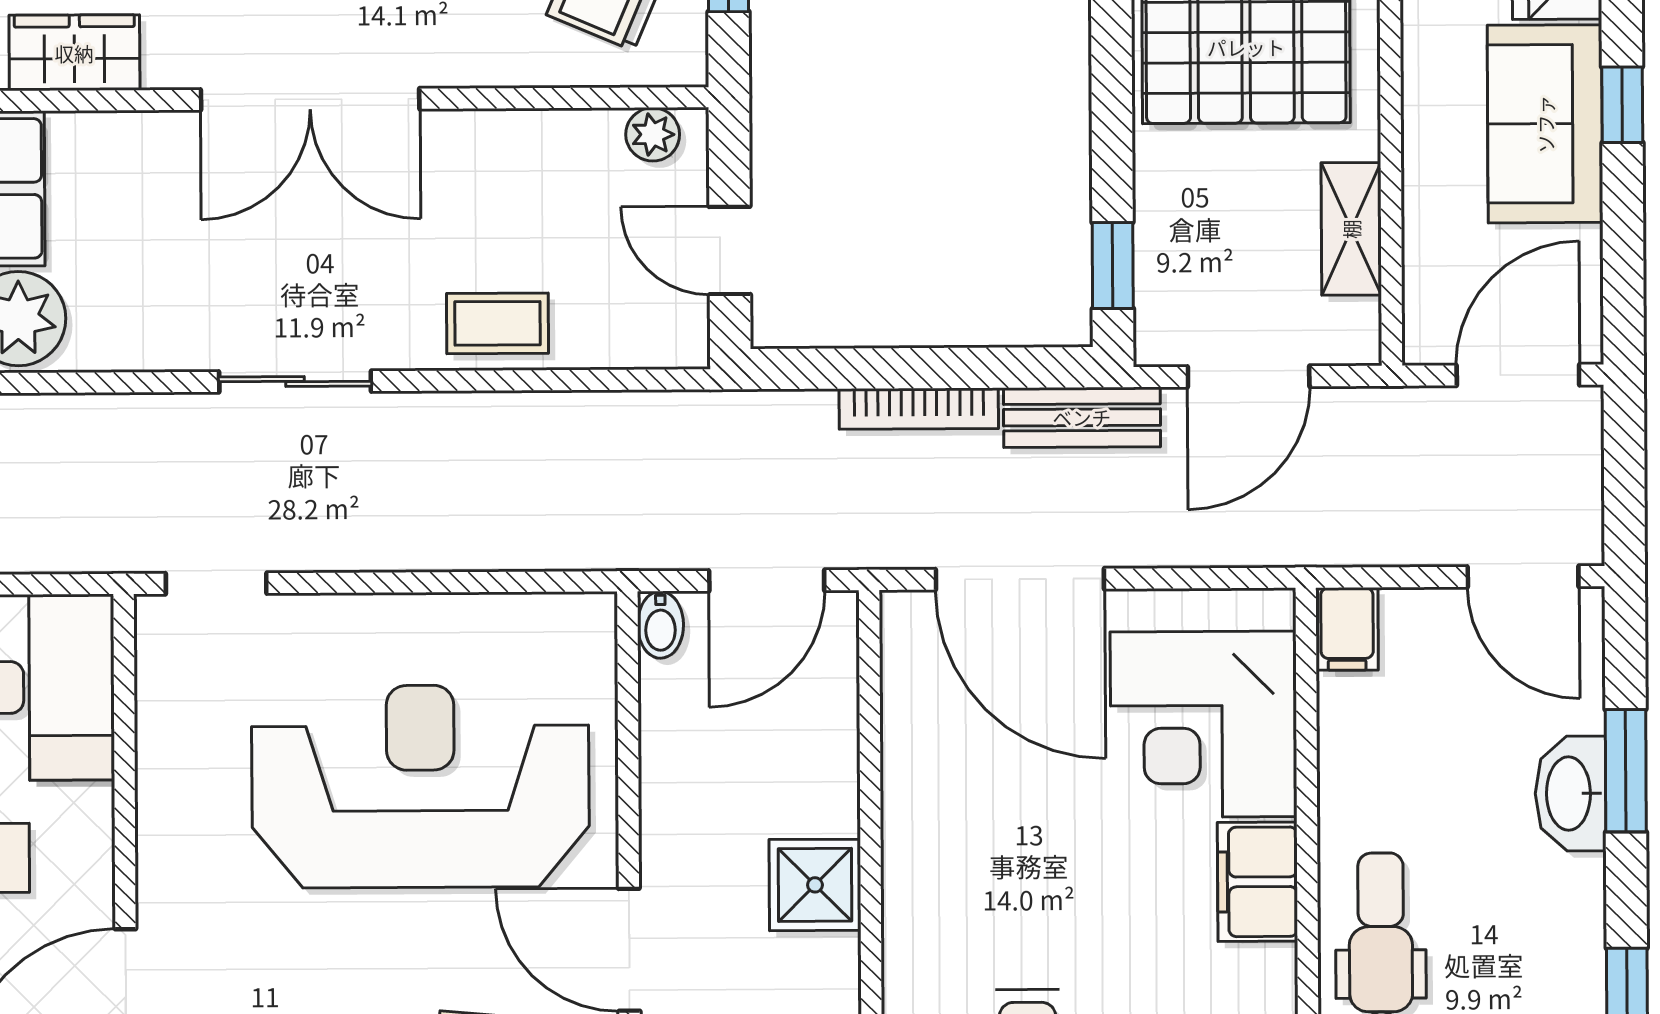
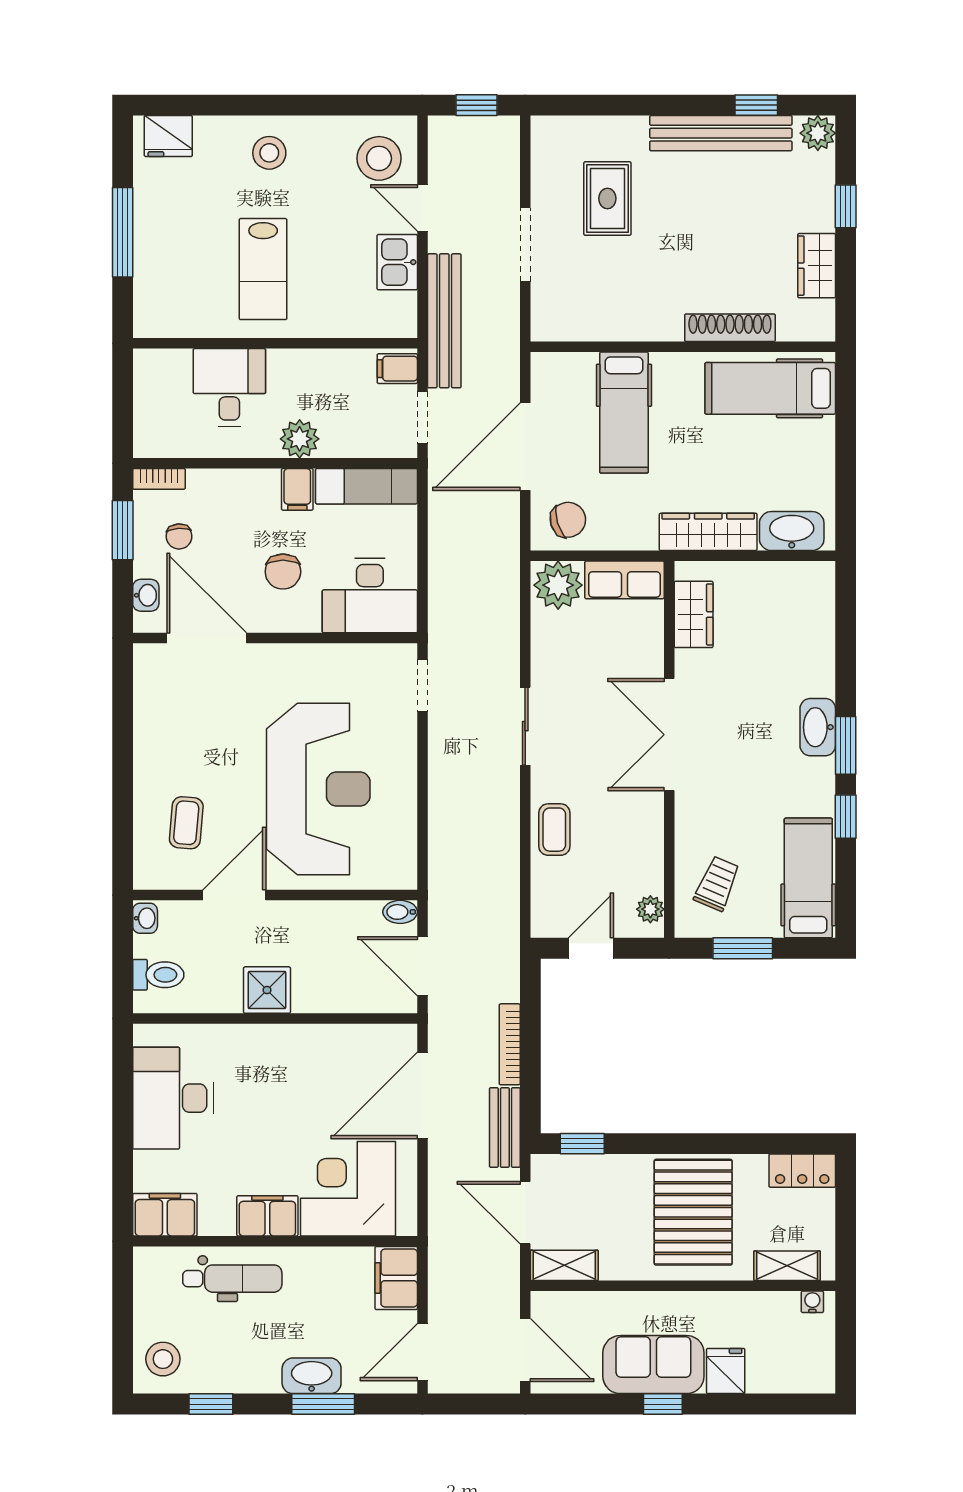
shelving: (1351, 229) -> (564, 1265), moved
filing cabinet: (1347, 629) -> (396, 1278), width x2.00

